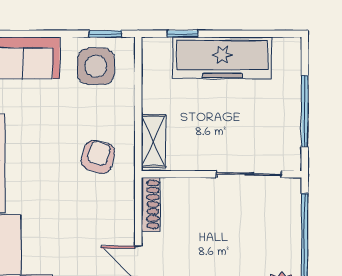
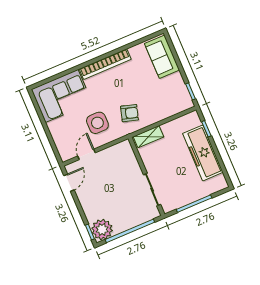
side table: (96, 66) -> (97, 123), moved
shoe rack: (151, 204) -> (117, 148), removed

